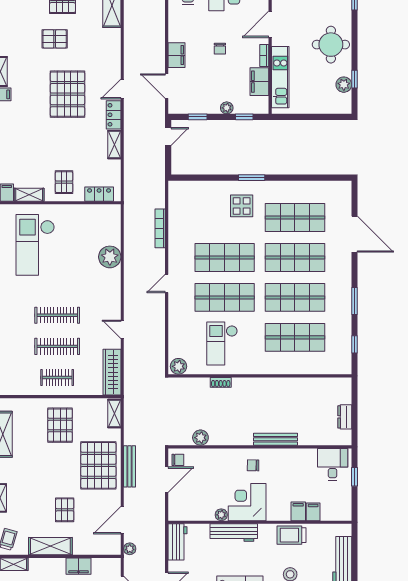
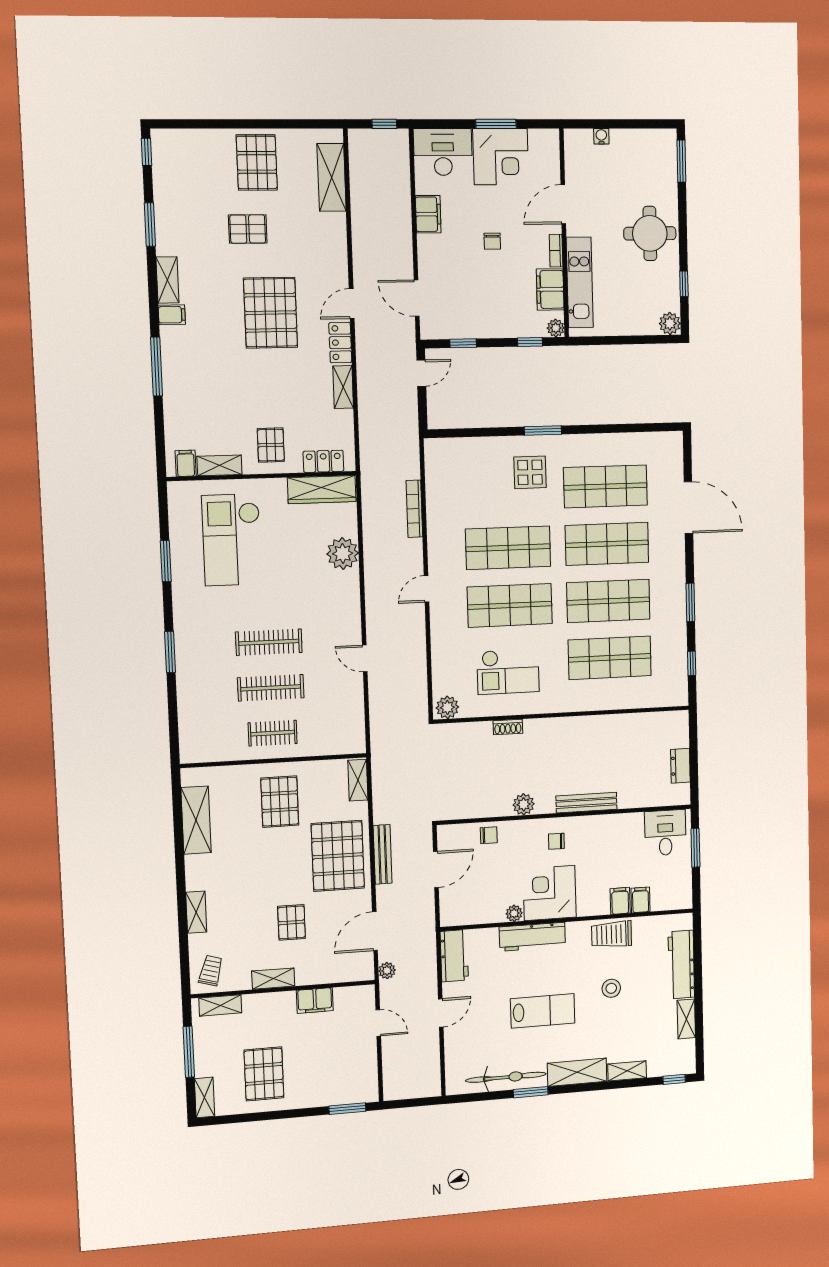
filing cabinet: (176, 55) -> (428, 214), moved
plant: (344, 85) -> (670, 323), moved
plant: (227, 108) -> (556, 328), moved
checkout: (222, 344) -> (508, 672), turned -90
wardrobe: (112, 372) -> (322, 490), moved, turned -90
plant: (200, 438) -> (524, 804), moved
chair: (178, 460) -> (489, 835), moved
window: (354, 477) -> (695, 848), width x1.50
shelving: (50, 546) -> (273, 979), width x0.67, depth x0.75

